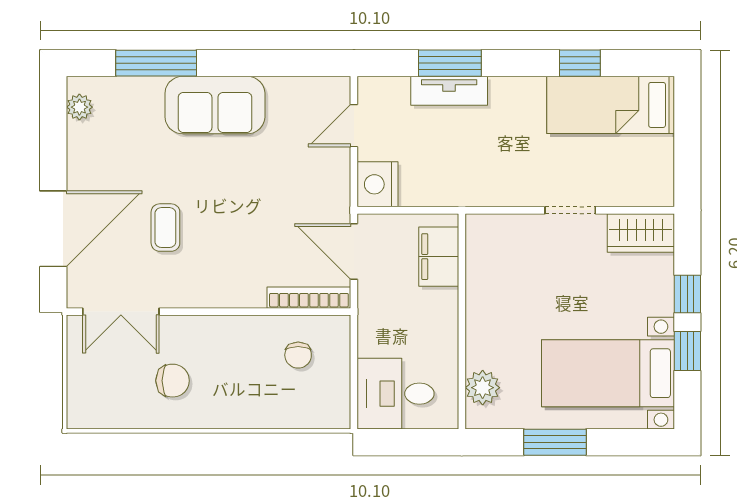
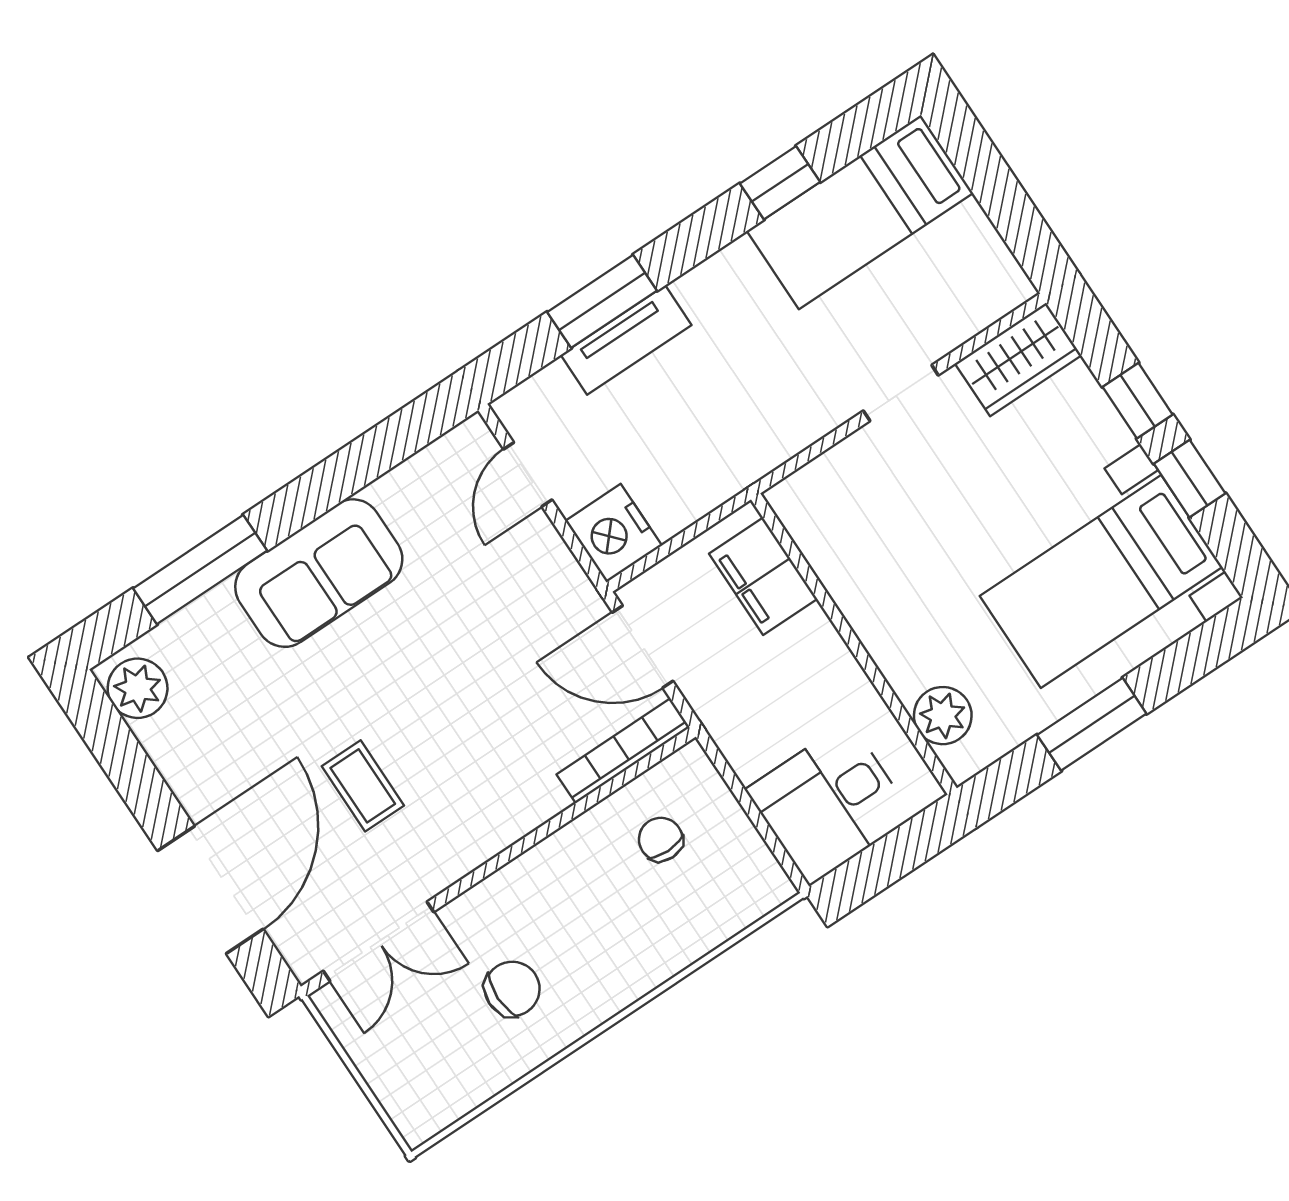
plant: (79, 107) -> (138, 688), width x1.38, depth x1.38
chair: (298, 355) -> (661, 839), turned 180

